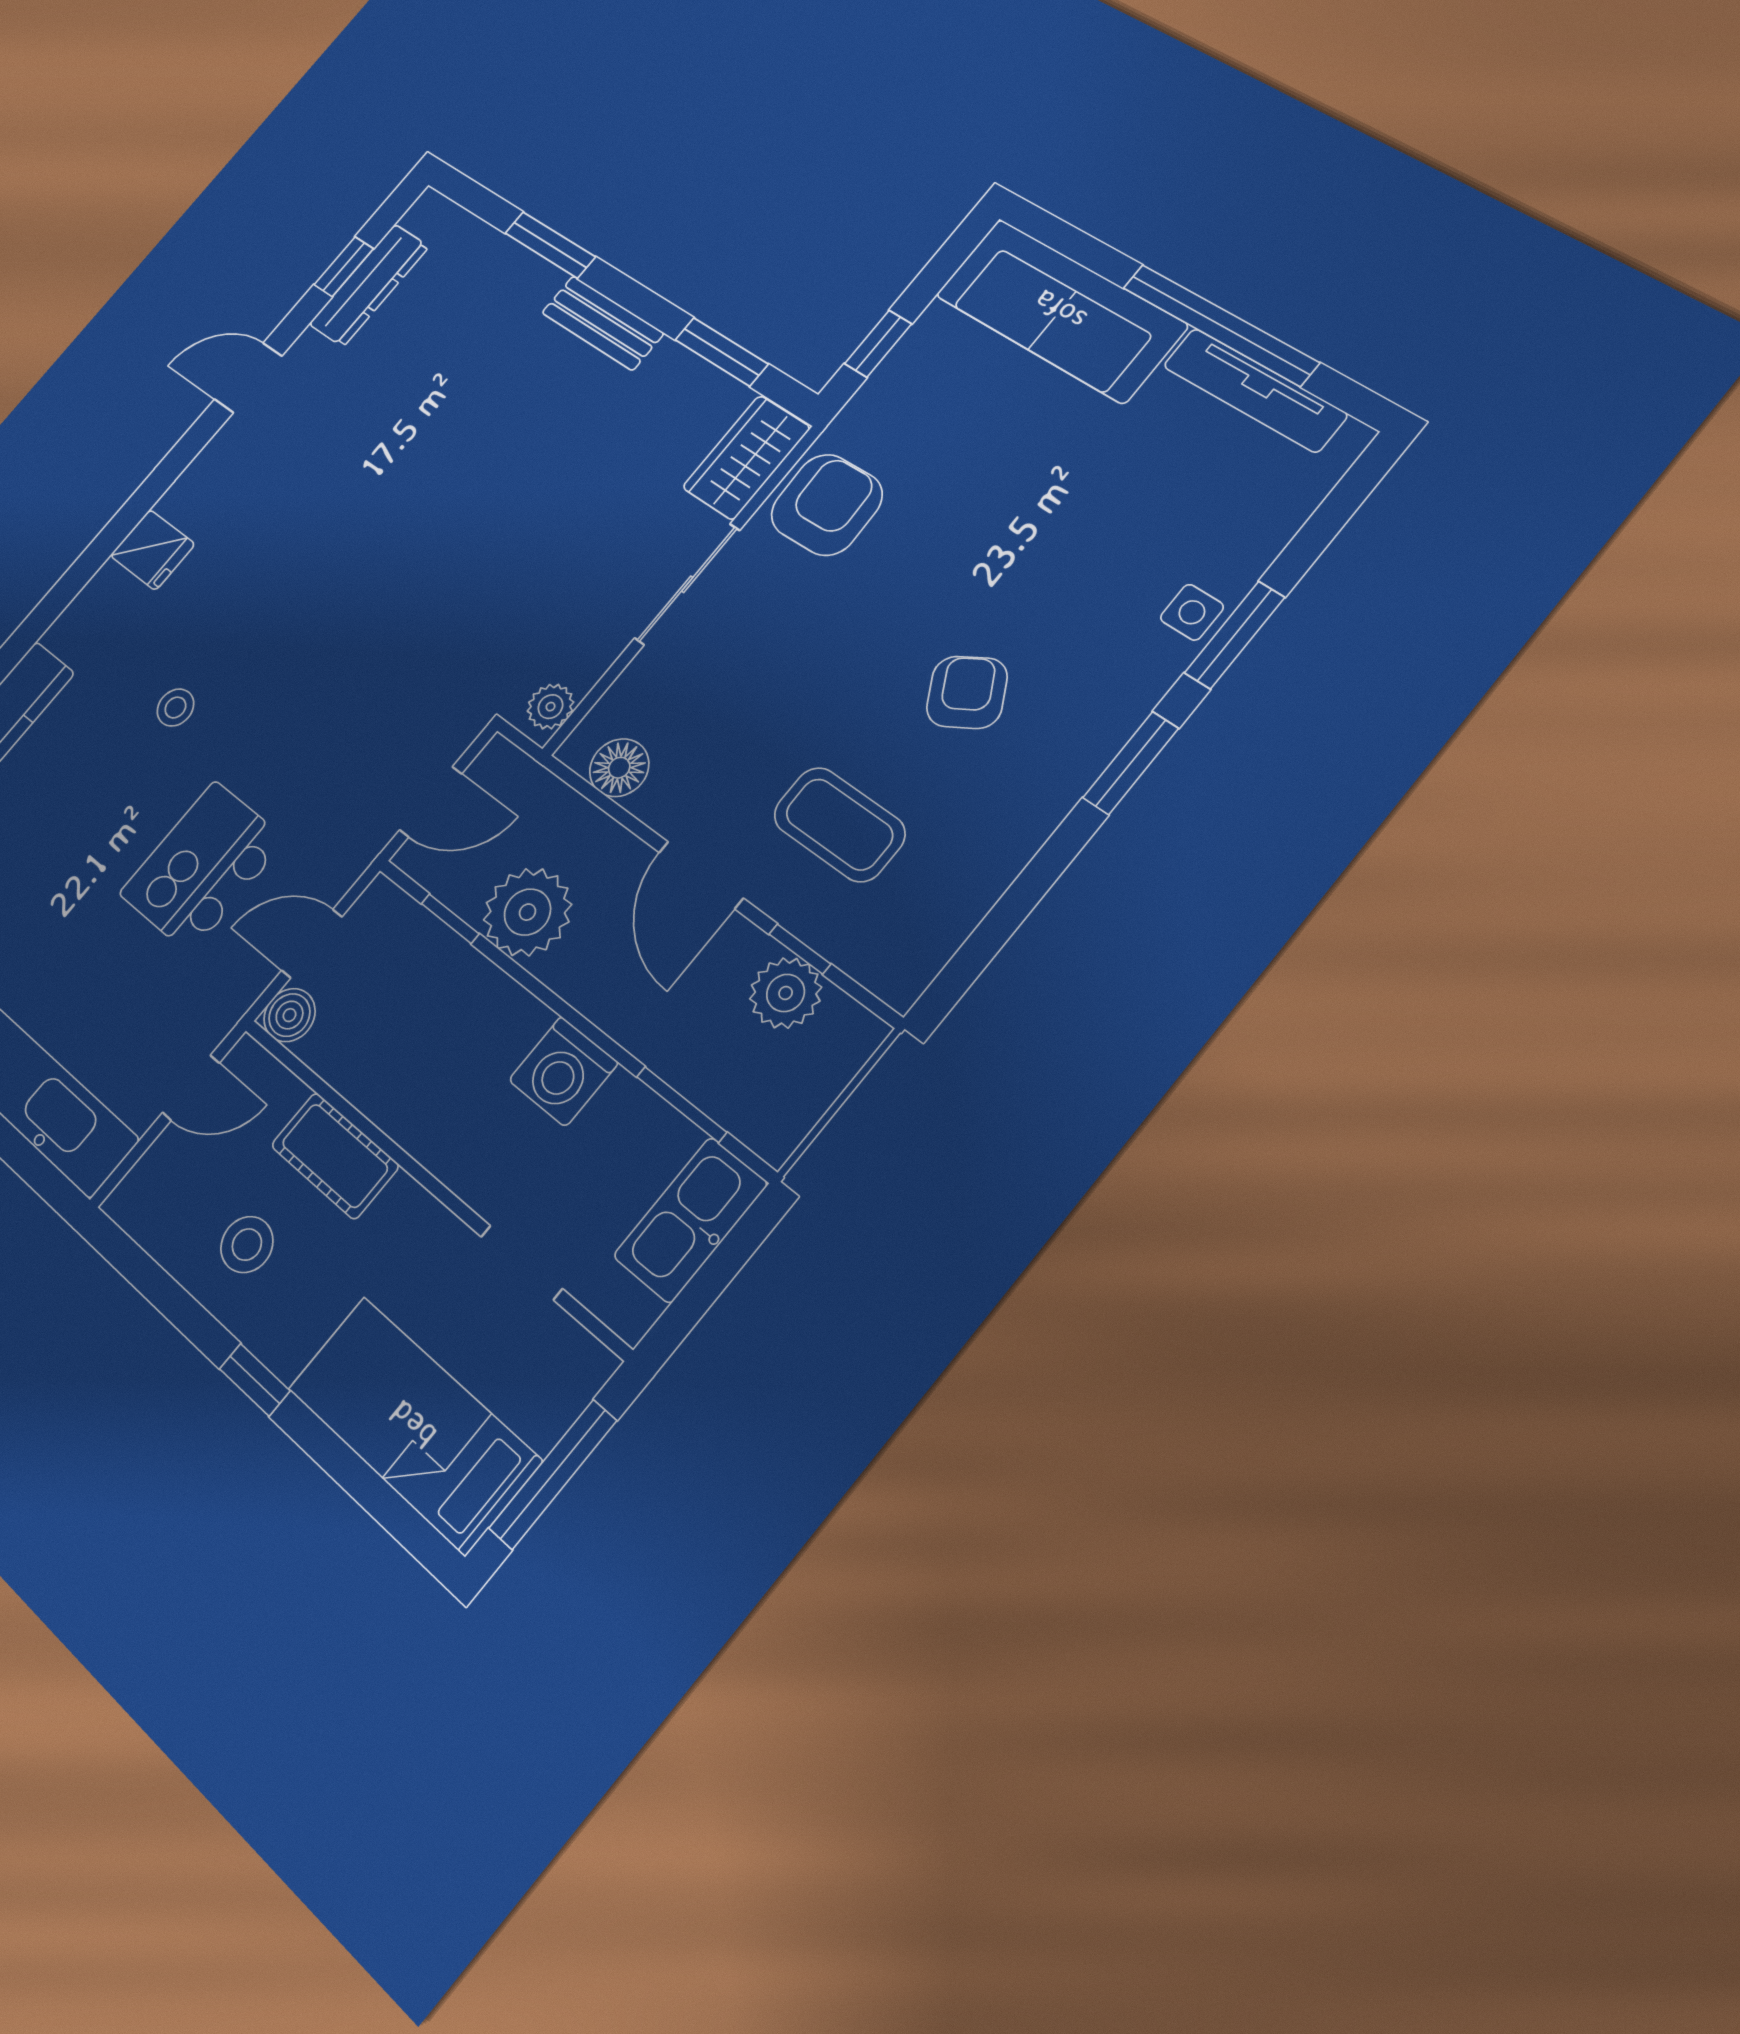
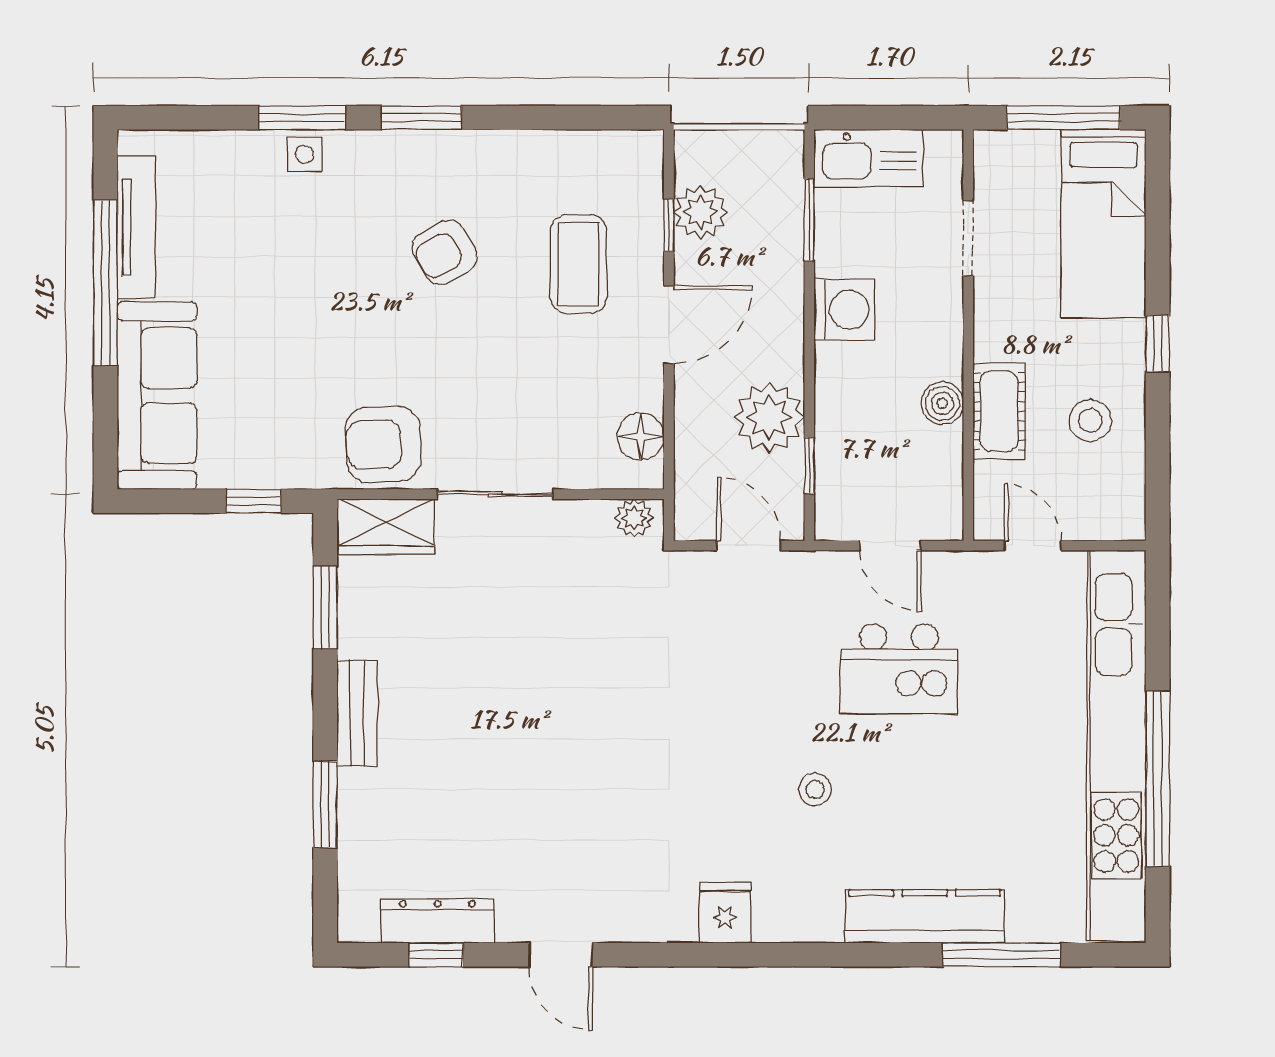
boiler: (290, 1015) -> (942, 403), moved

